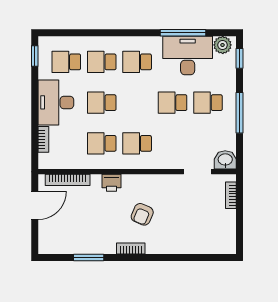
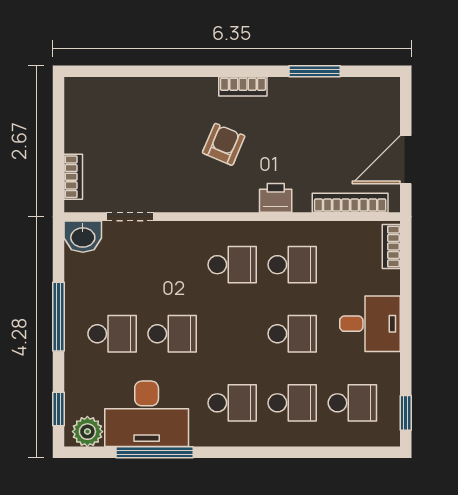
desk: (56, 102) -> (370, 324), width x0.73
bookcase: (43, 139) -> (391, 247), moved

